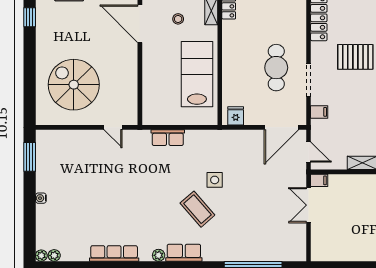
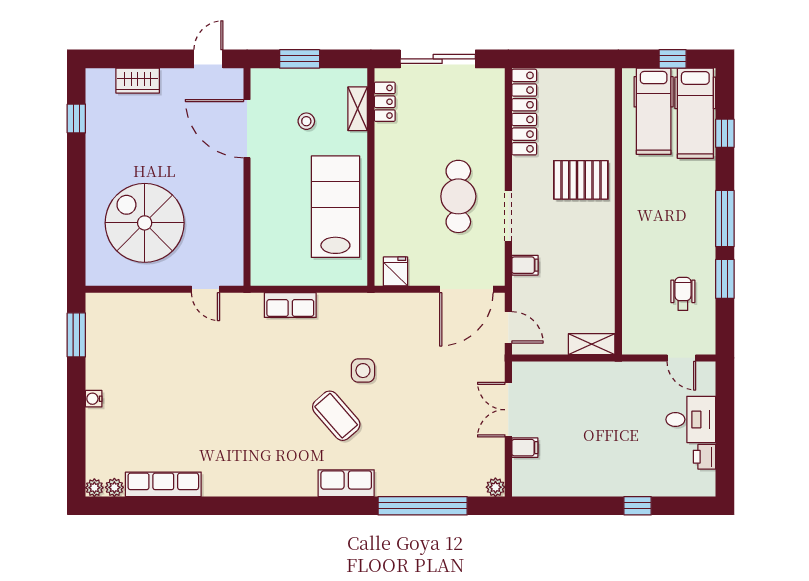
filing cabinet: (319, 180) -> (525, 448), moved
row of seats: (114, 253) -> (163, 484), moved
row of seats: (184, 253) -> (346, 483), moved
plant: (159, 255) -> (495, 487), moved

